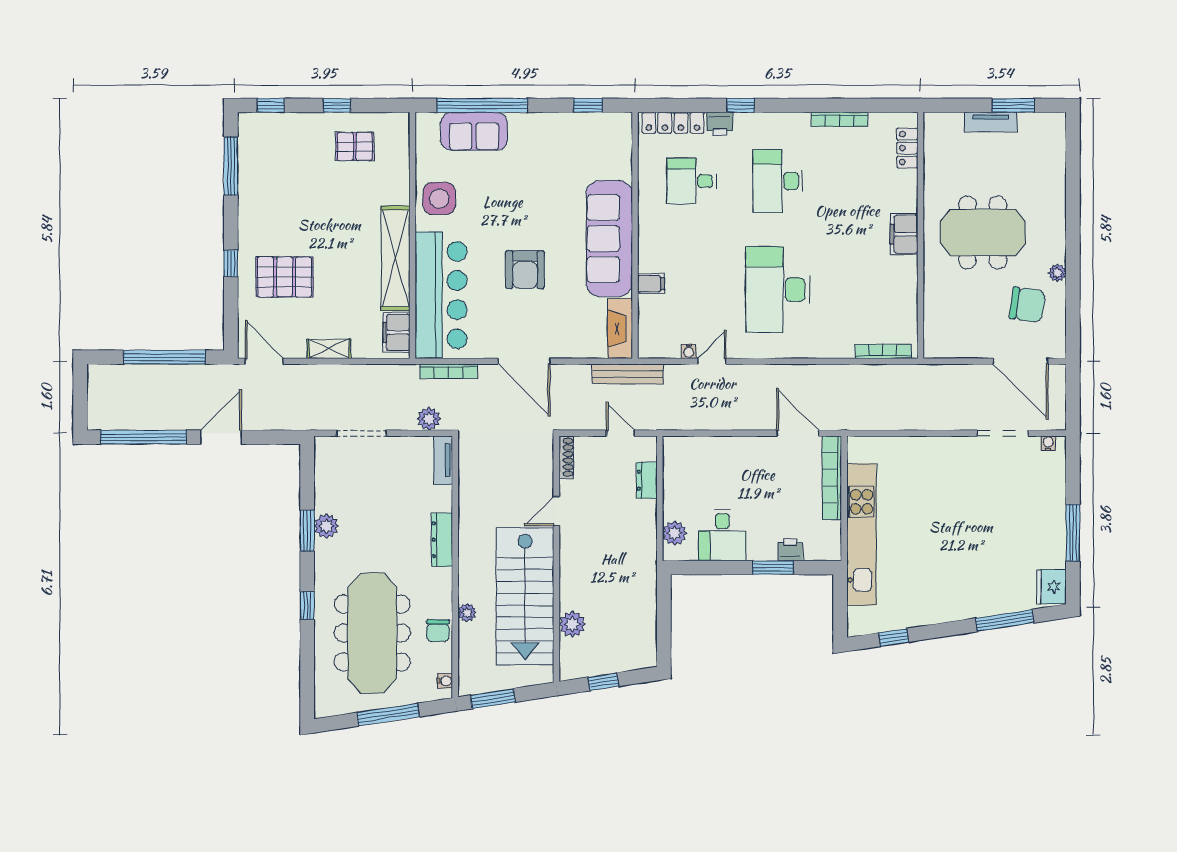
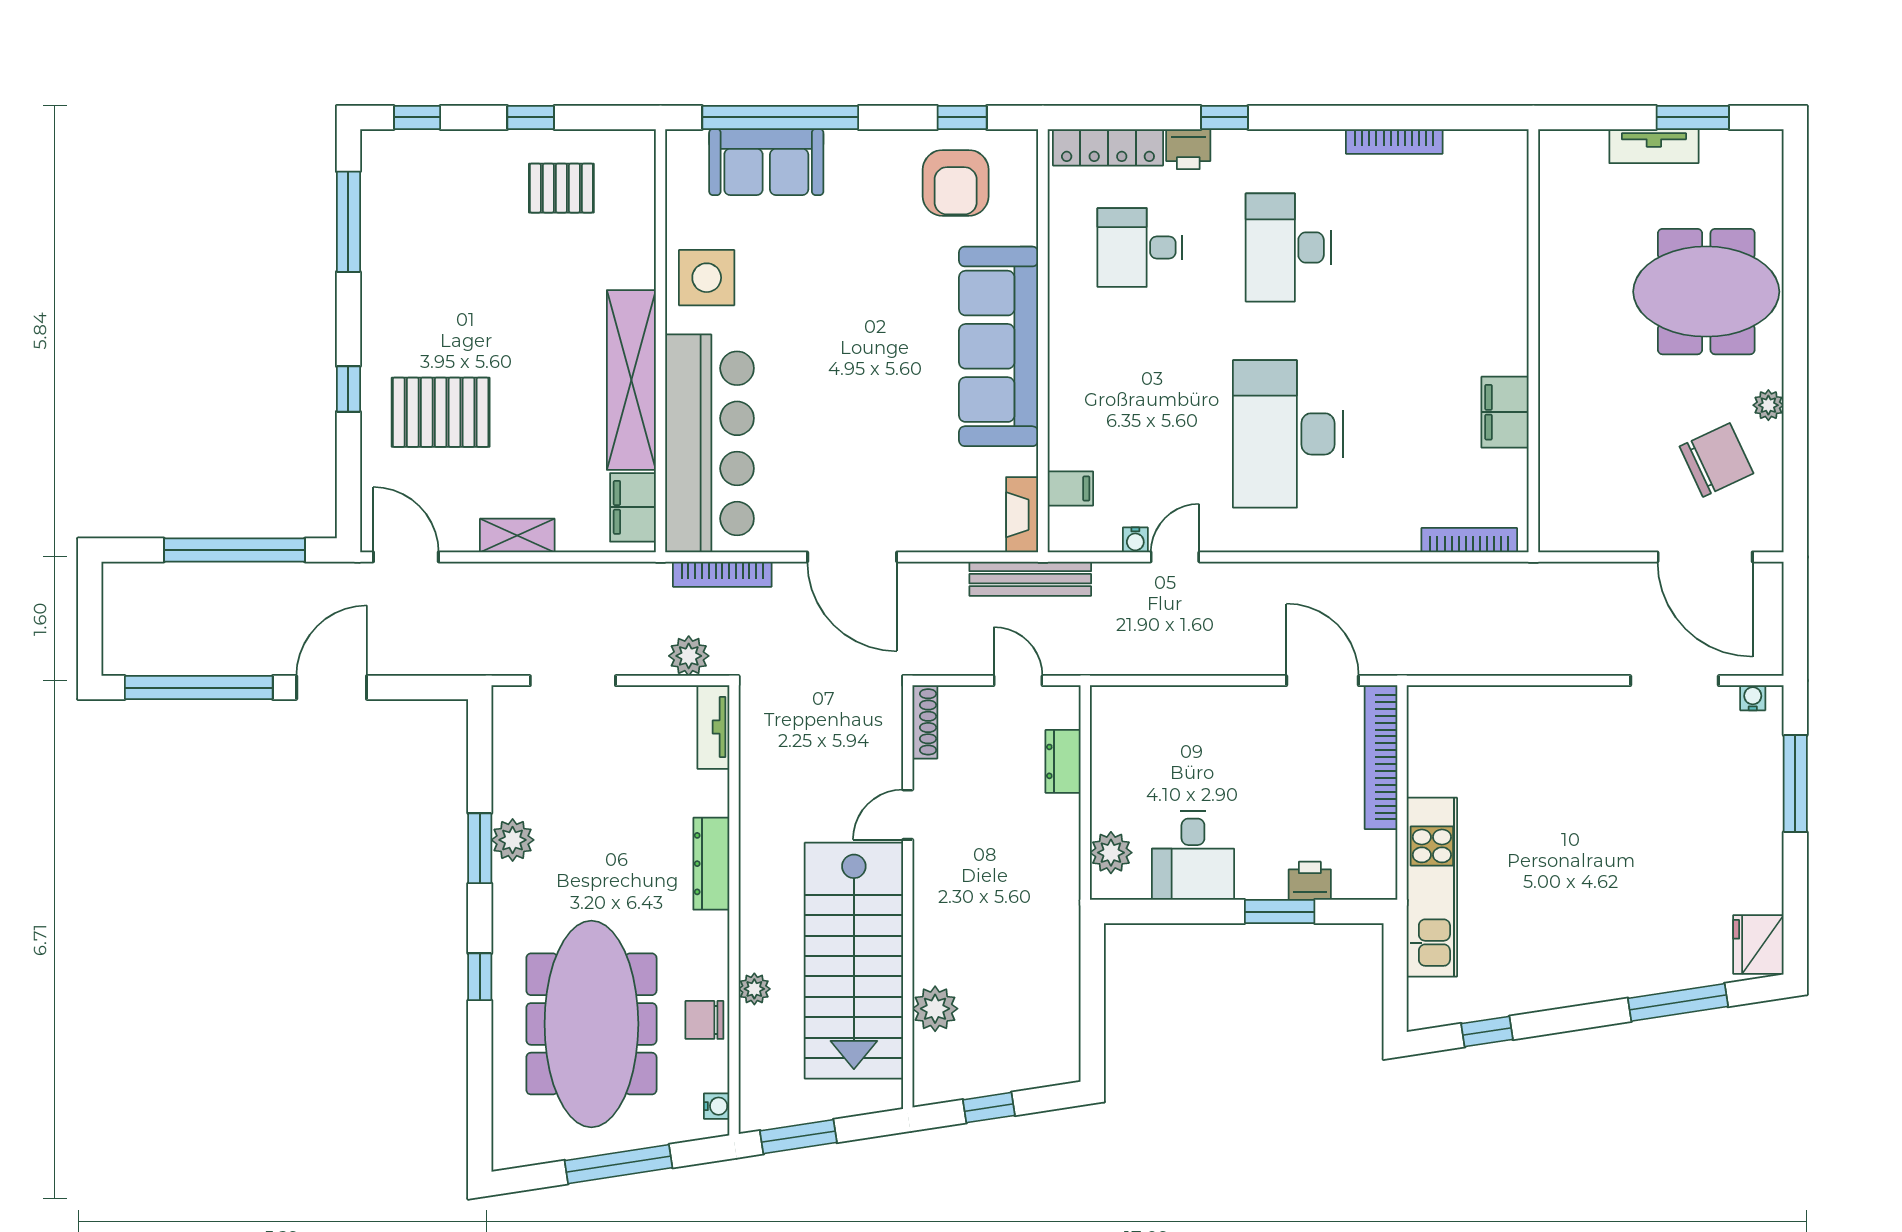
locker: (907, 148) -> (1510, 191), removed
meeting table: (983, 233) -> (1706, 292), moved
filing cabinet: (904, 234) -> (1505, 412), moved
armchair: (525, 270) -> (956, 183), moved
filing cabinet: (651, 284) -> (1070, 489), moved
chair: (1027, 305) -> (1716, 460), turned -33
fireplace: (620, 329) -> (1022, 515), width x0.73, depth x0.76
window: (1073, 533) -> (1795, 784), moved
kitchen unit: (861, 534) -> (1432, 887), width x0.73
chair: (438, 631) -> (704, 1020), turned 90

